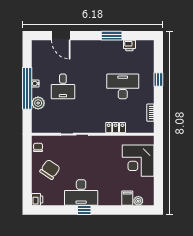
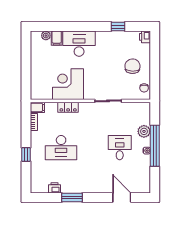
filing cabinet: (147, 127) -> (37, 107), added
corner desk: (138, 161) -> (68, 84), moved, turned -90
chair: (50, 169) -> (132, 66), turned 148
desk: (81, 193) -> (79, 44), moved
window: (84, 210) -> (118, 27), moved

